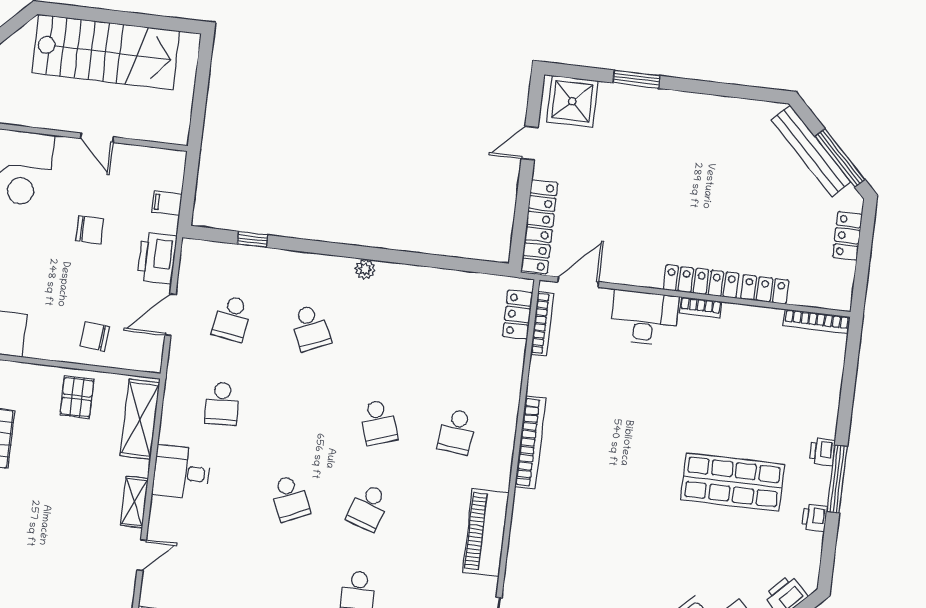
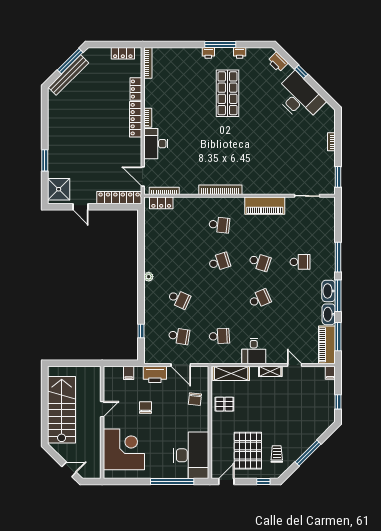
locker: (847, 236) -> (123, 53), moved
school desk: (310, 328) -> (179, 299), turned 48

